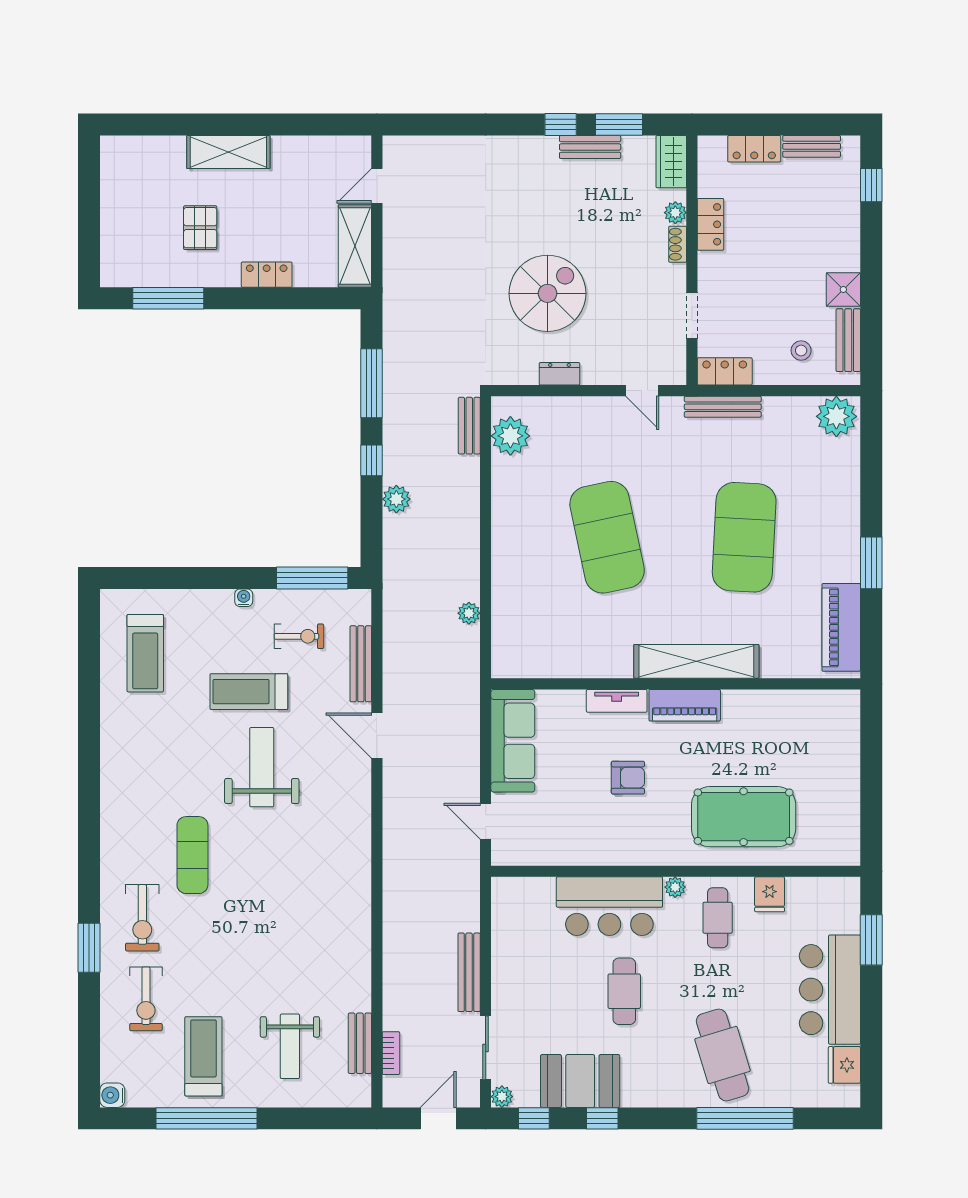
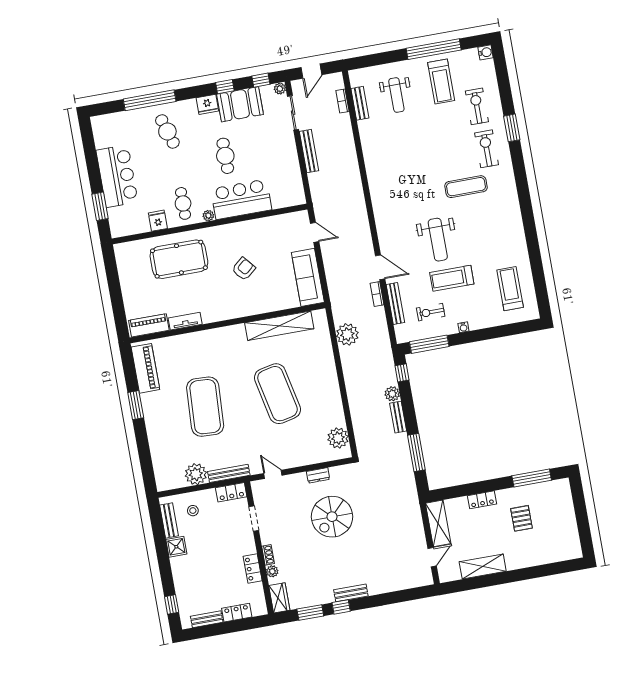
bench: (590, 147) -> (351, 593), moved
shelving: (228, 152) -> (483, 567), moved
plant: (836, 416) -> (196, 474), moved
bench: (469, 426) -> (398, 417), moved
window: (371, 460) -> (402, 373), moved
plant: (469, 613) -> (347, 334), width x1.88, depth x1.88
shelving: (696, 661) -> (279, 326), moved
bookcase: (391, 687) -> (377, 294), added
treadmill: (249, 692) -> (452, 278), turned 180
tv unit: (617, 701) -> (185, 321), moved
piano: (685, 705) -> (149, 325), moved
armchair: (628, 778) -> (244, 269), turned 140
exercise mat: (192, 855) -> (466, 187), turned 90
weight bench: (290, 1046) -> (396, 95), turned 180
cafe table: (723, 1055) -> (167, 132), width x0.73, depth x0.74
fridge: (844, 1065) -> (207, 104), moved, turned 90

